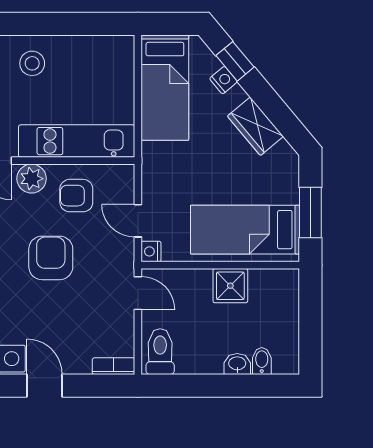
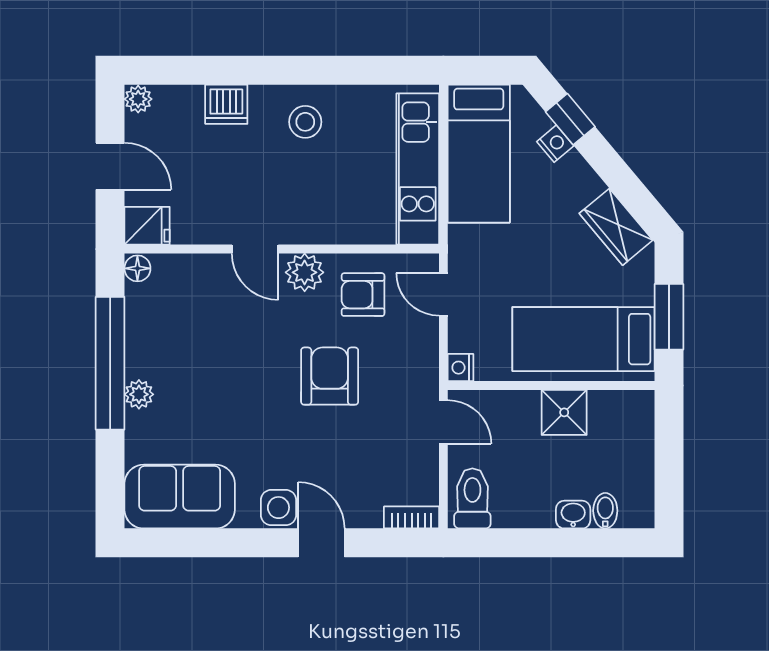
wardrobe: (255, 126) -> (616, 227), moved
kitchen unit: (77, 141) -> (418, 169), moved, turned -90
door: (138, 221) -> (443, 294), moved

